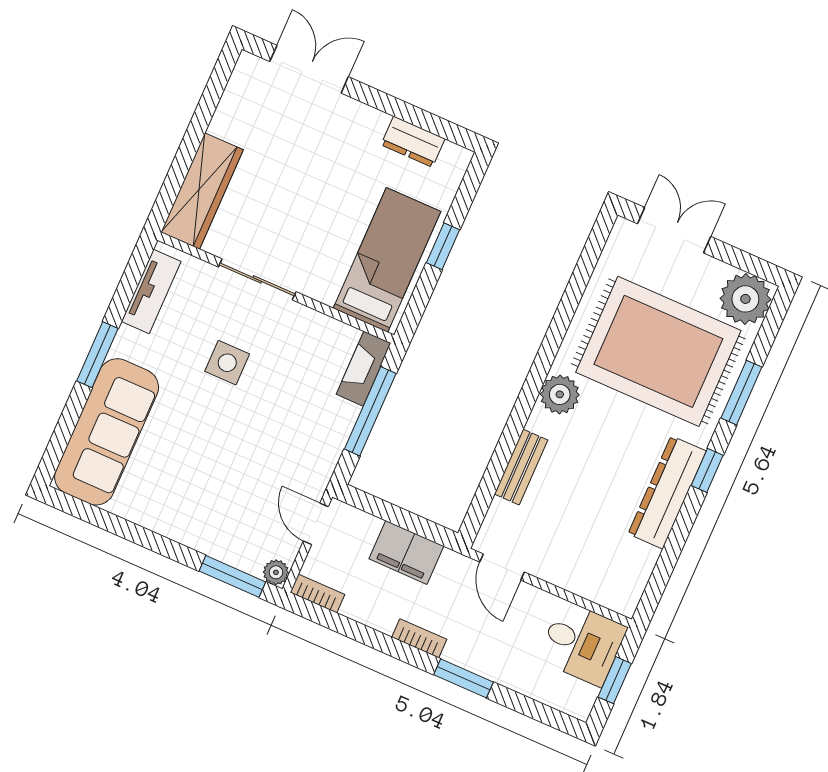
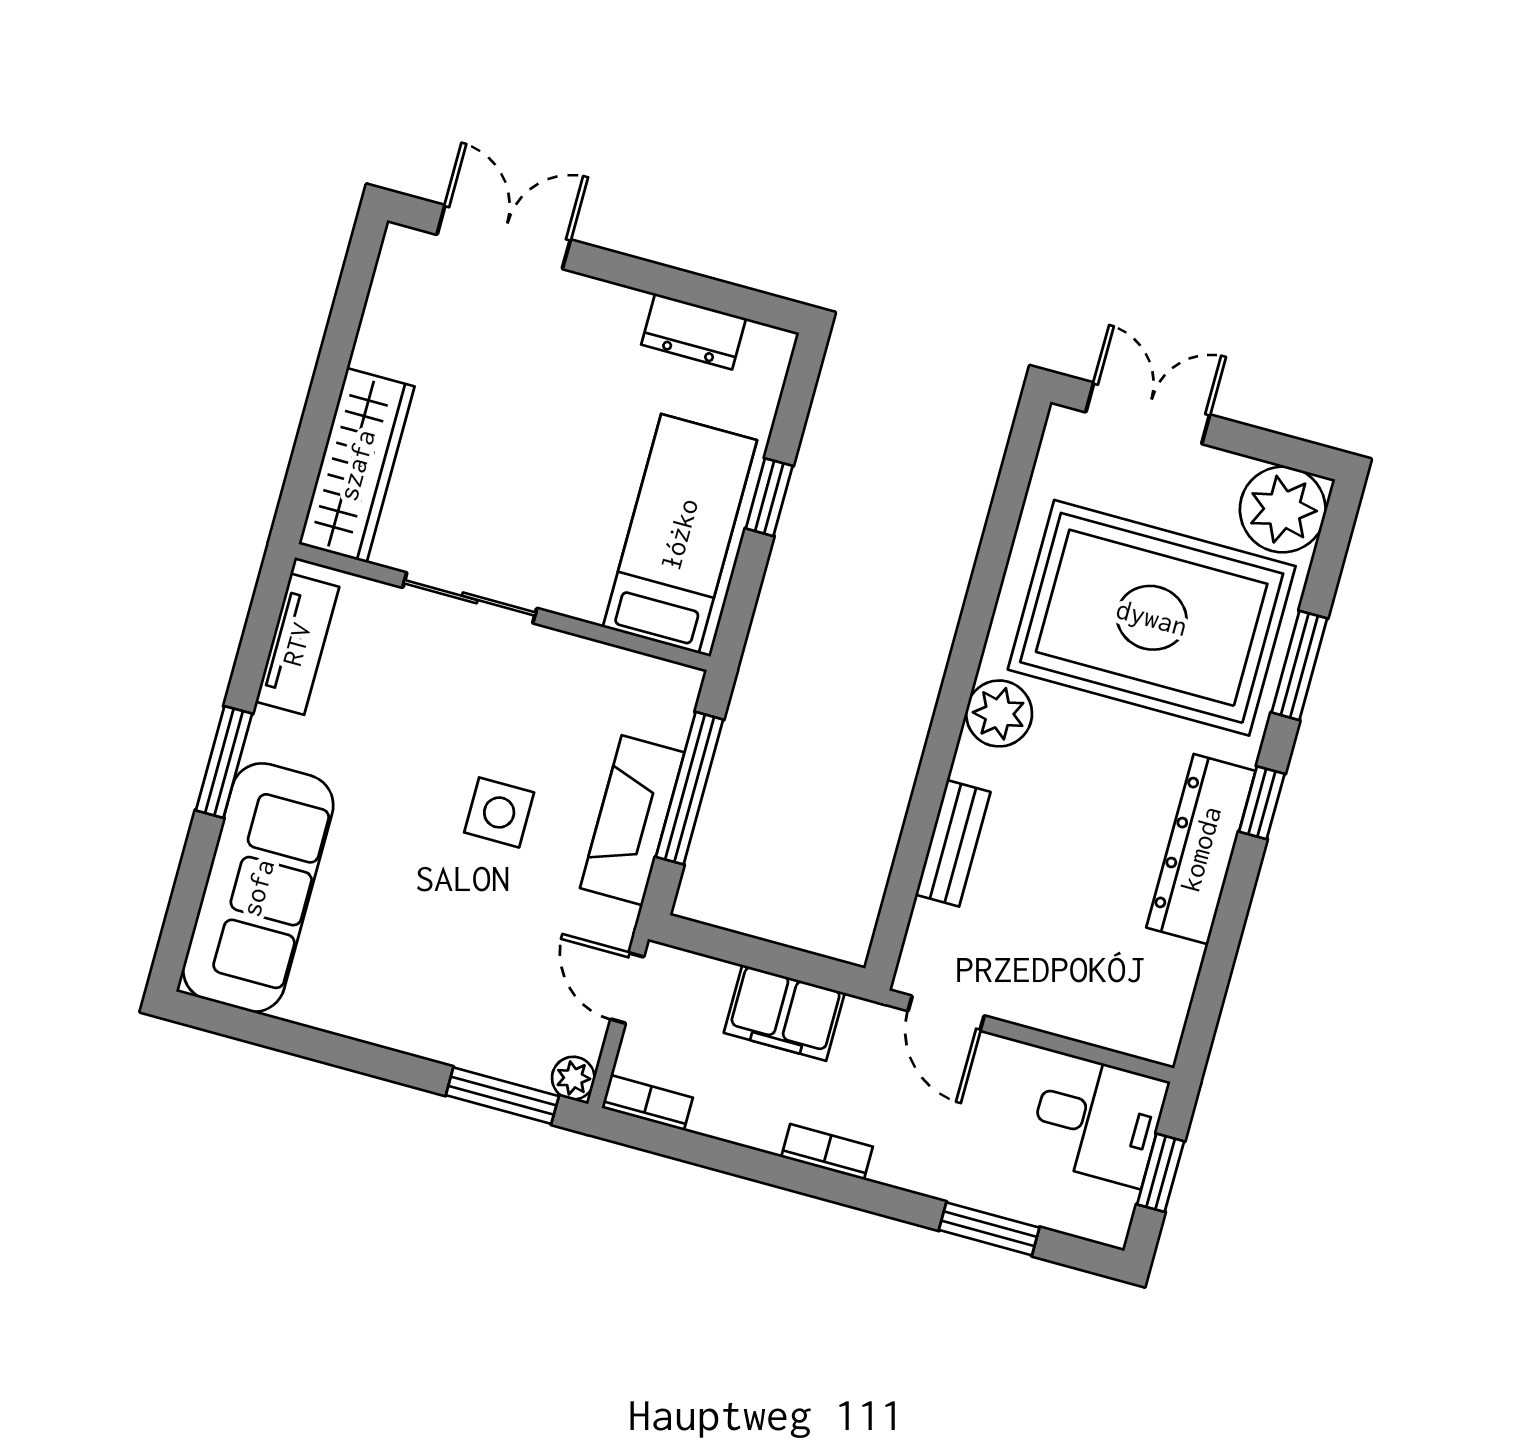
side table: (227, 363) -> (499, 812), moved
fireplace: (364, 369) -> (632, 820), moved, width x1.37, depth x1.32
window: (464, 678) -> (989, 1229), moved

